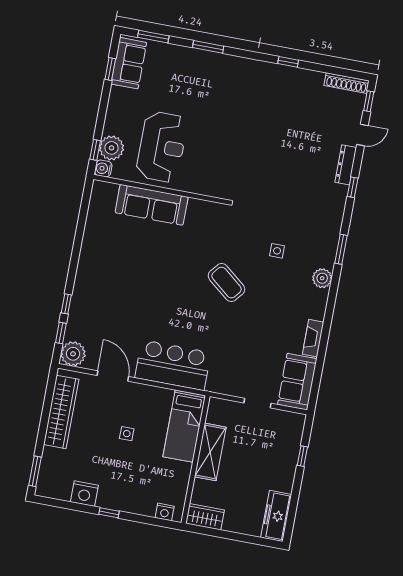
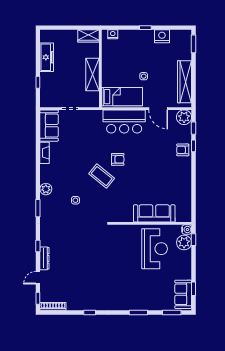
reception desk: (162, 147) -> (155, 249), turned 180
armchair: (85, 300) -> (183, 150), added
armchair: (195, 305) -> (118, 159), added
bed: (184, 426) -> (122, 97), moved, turned 90
freezer: (276, 516) -> (47, 57), moved

